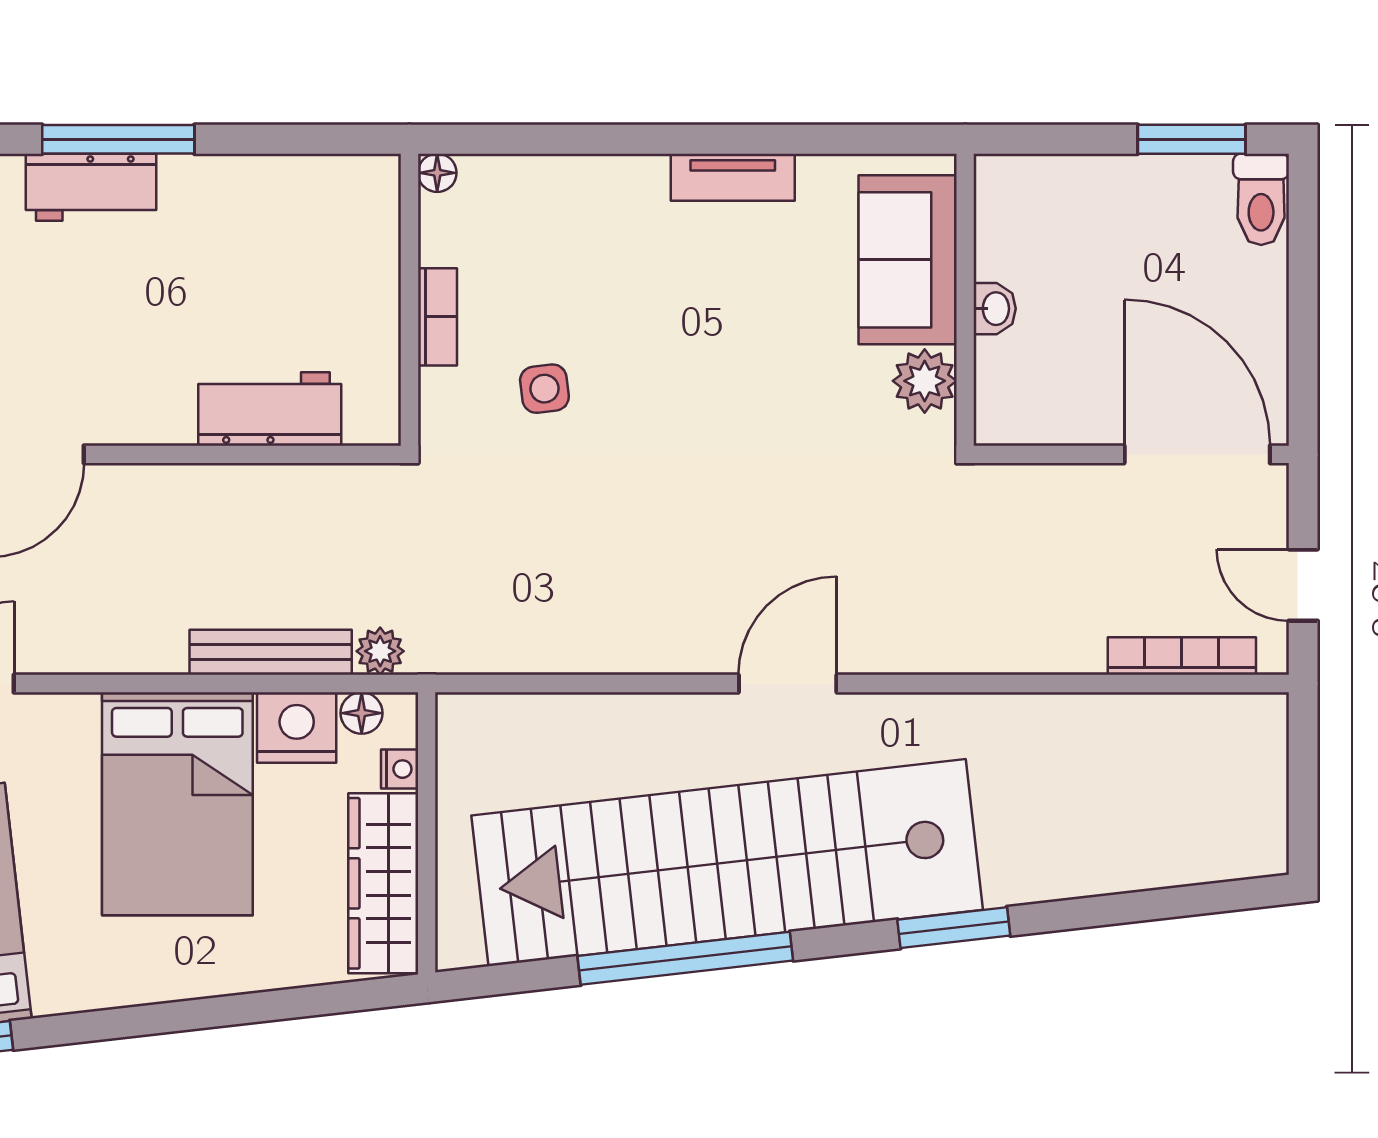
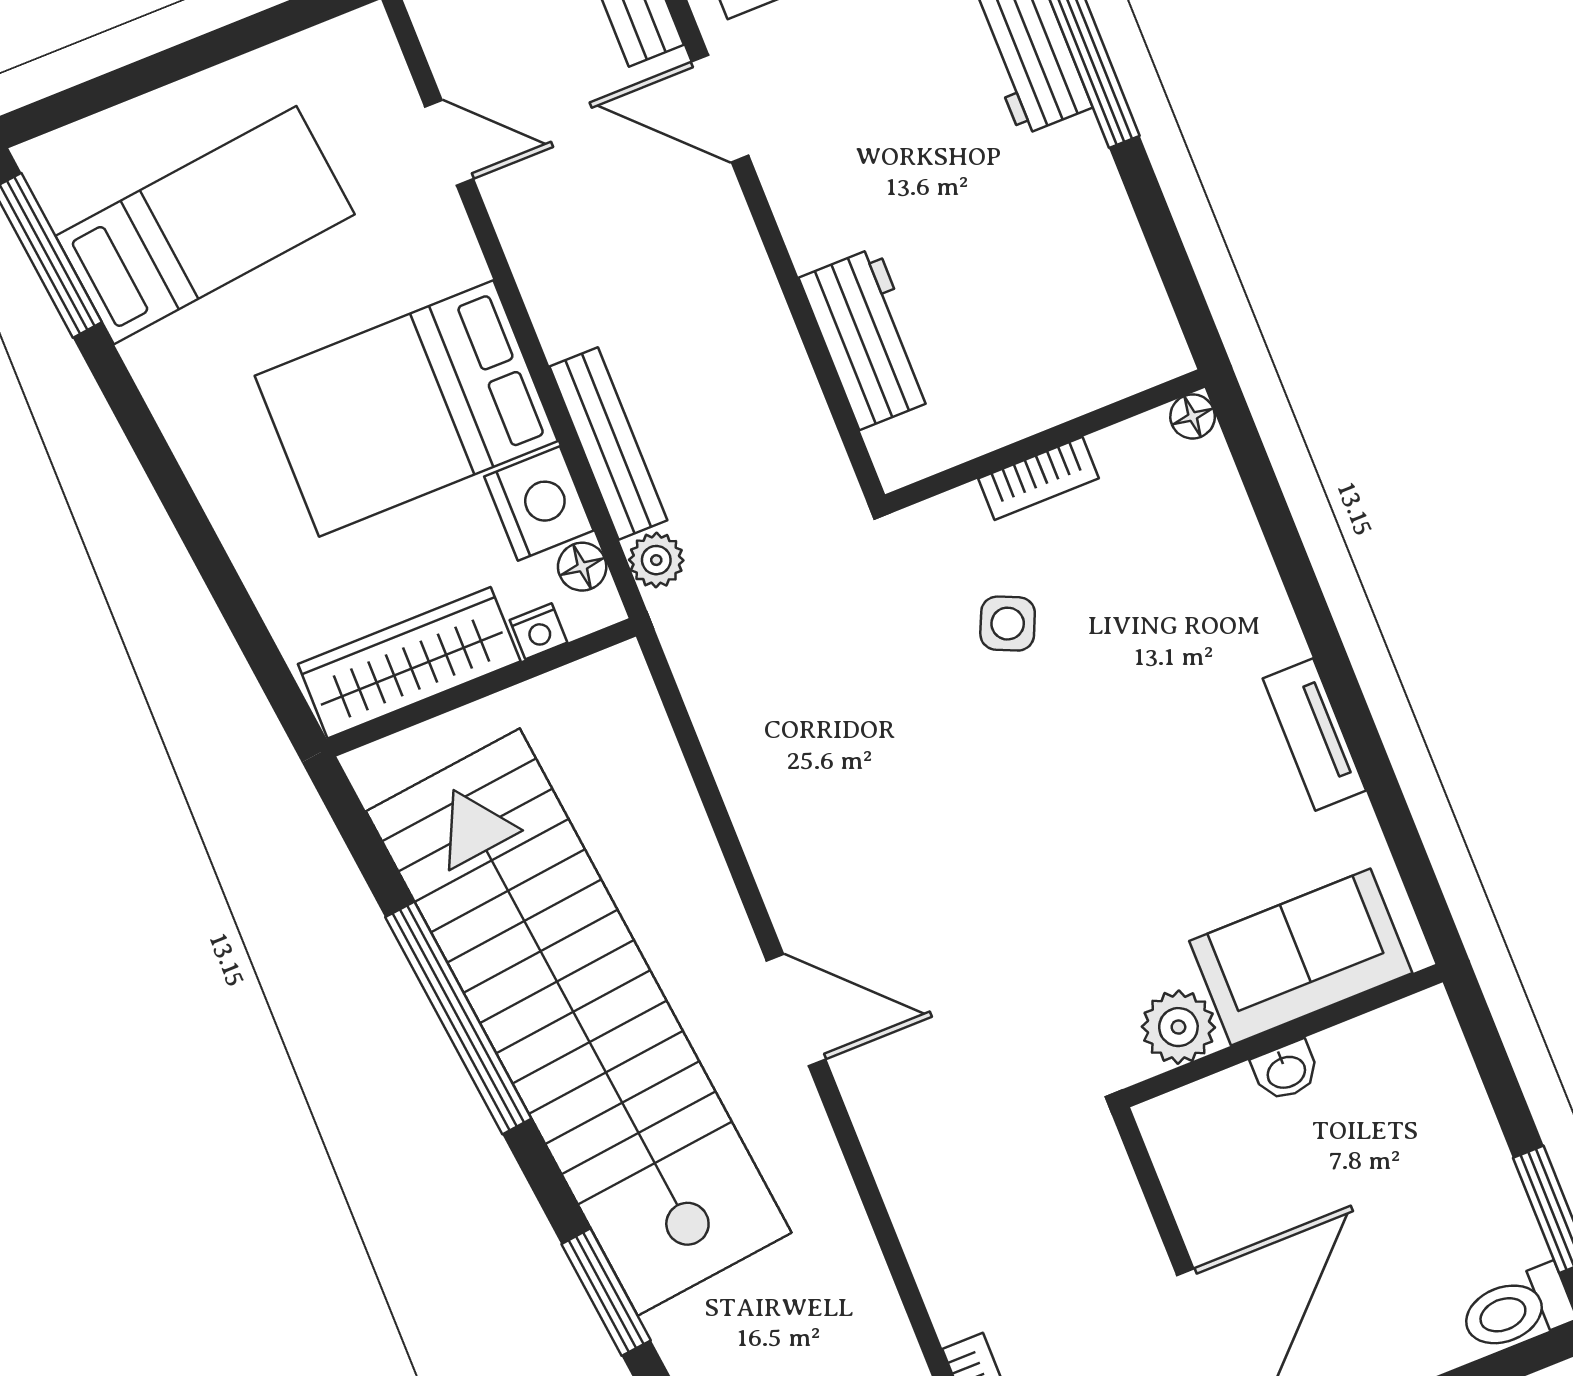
side table: (544, 389) -> (1008, 624), turned 31

